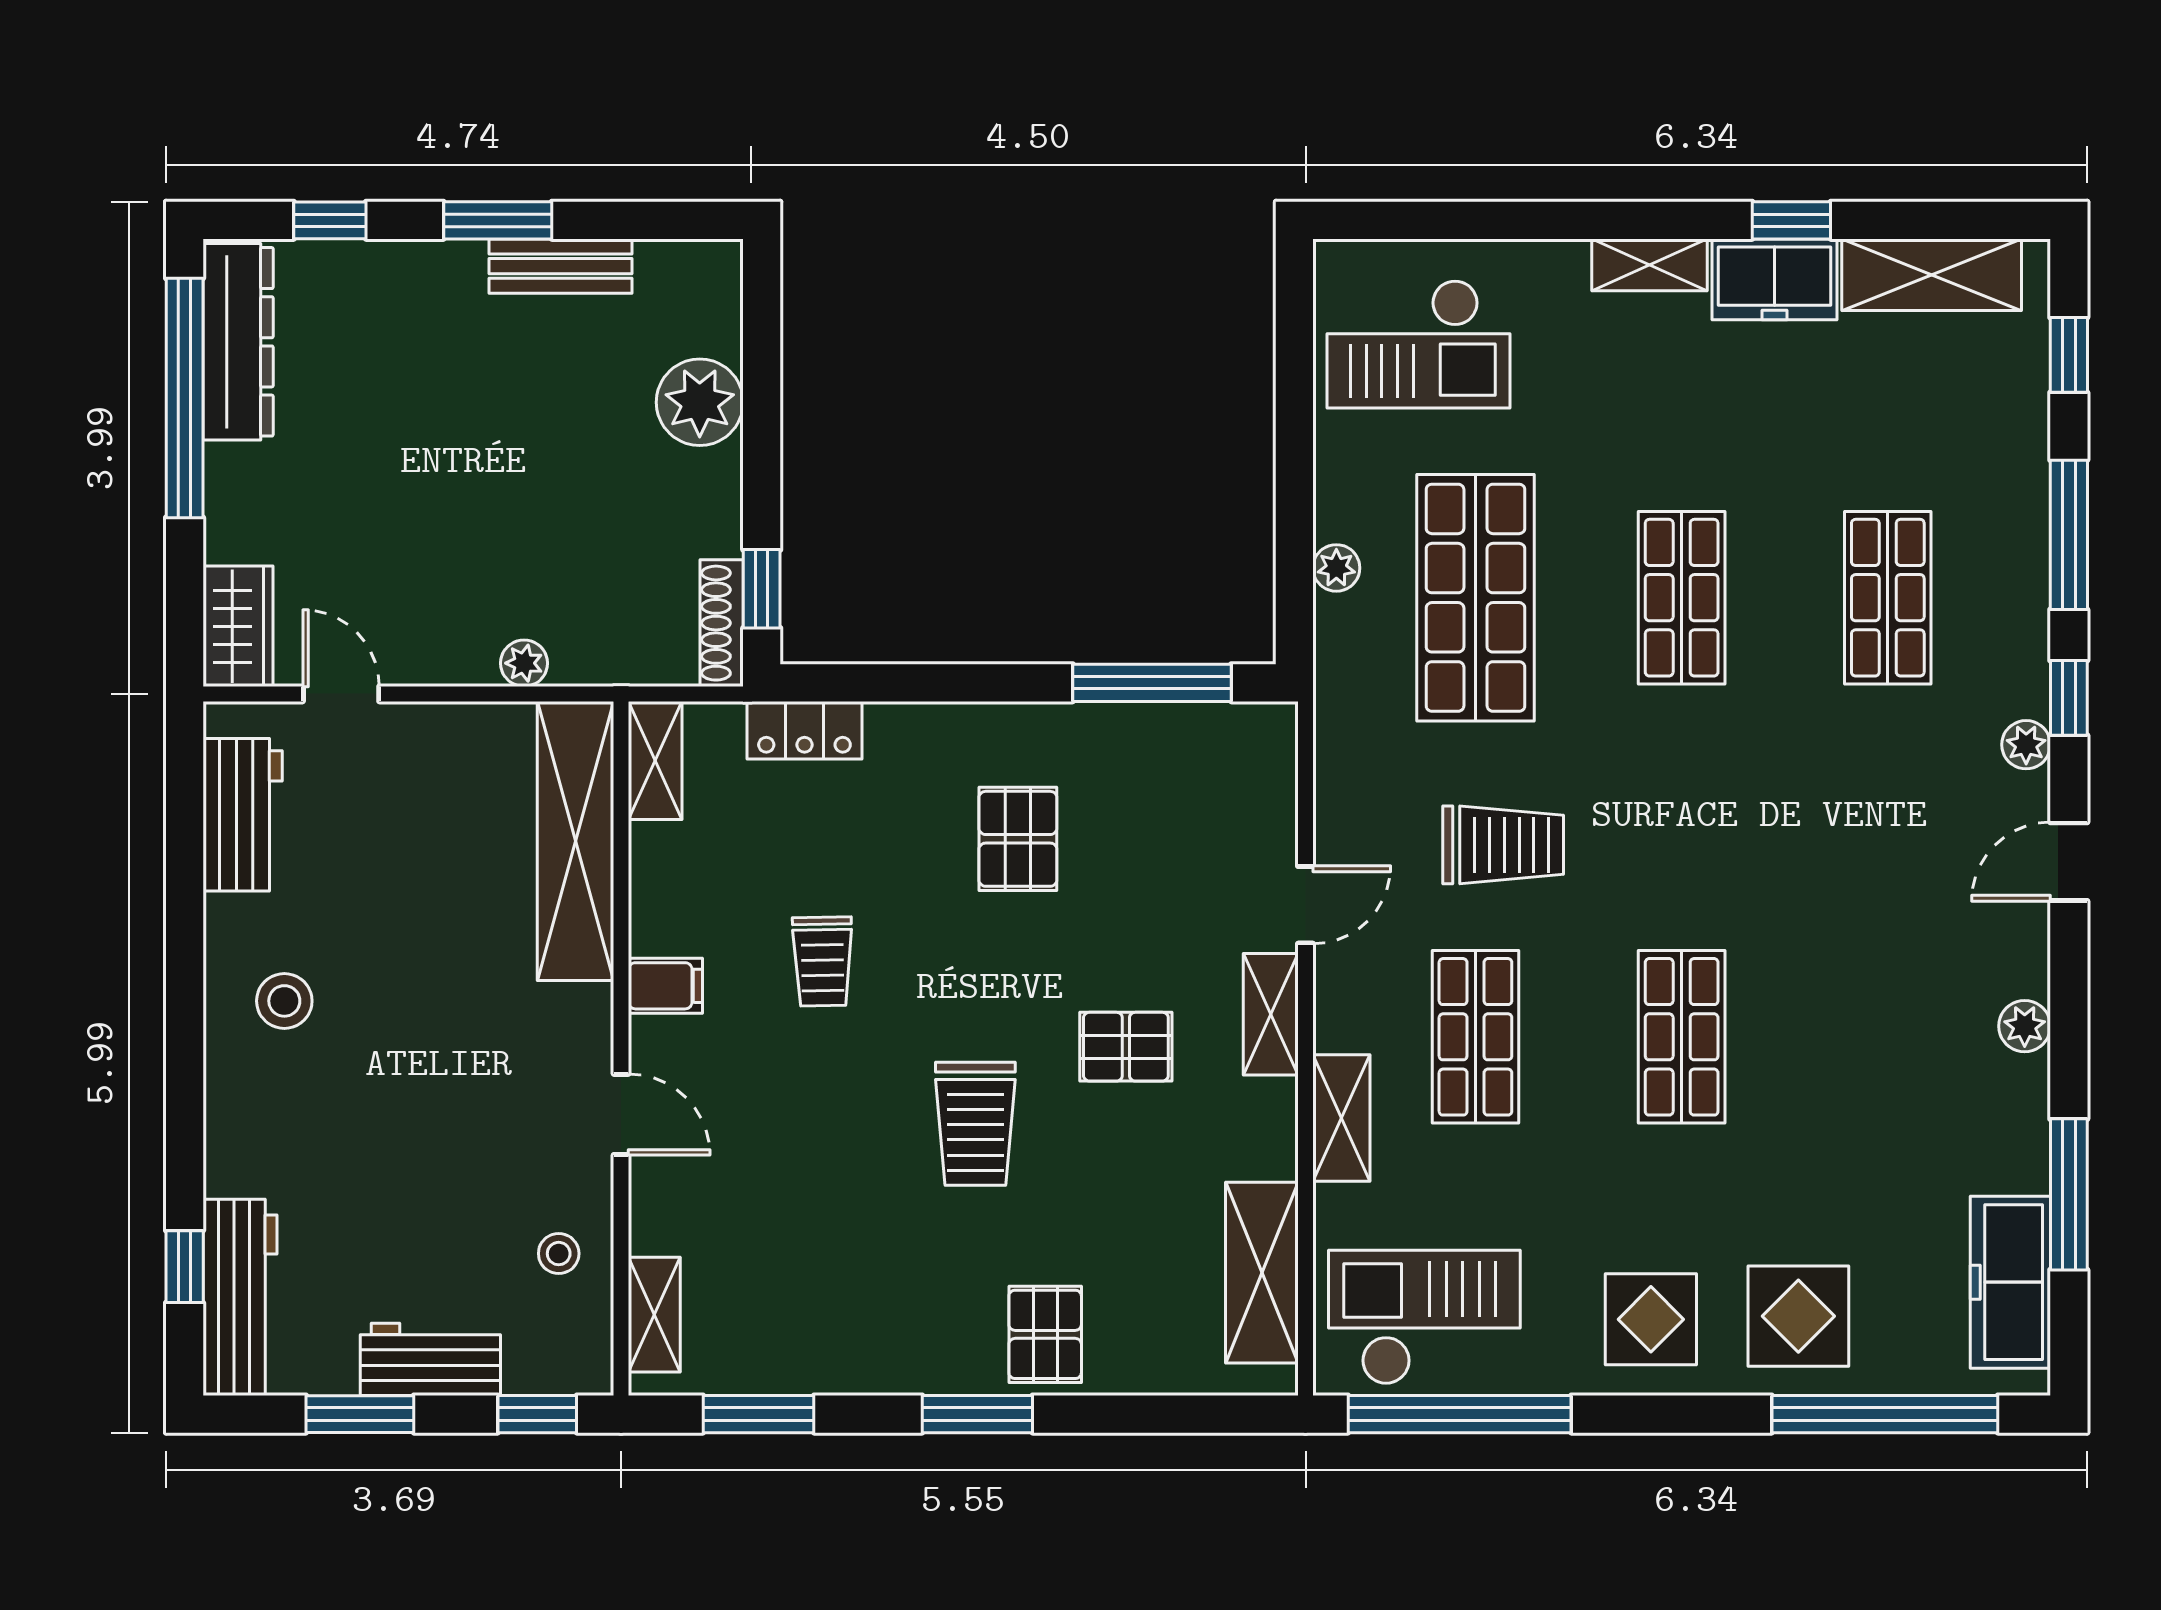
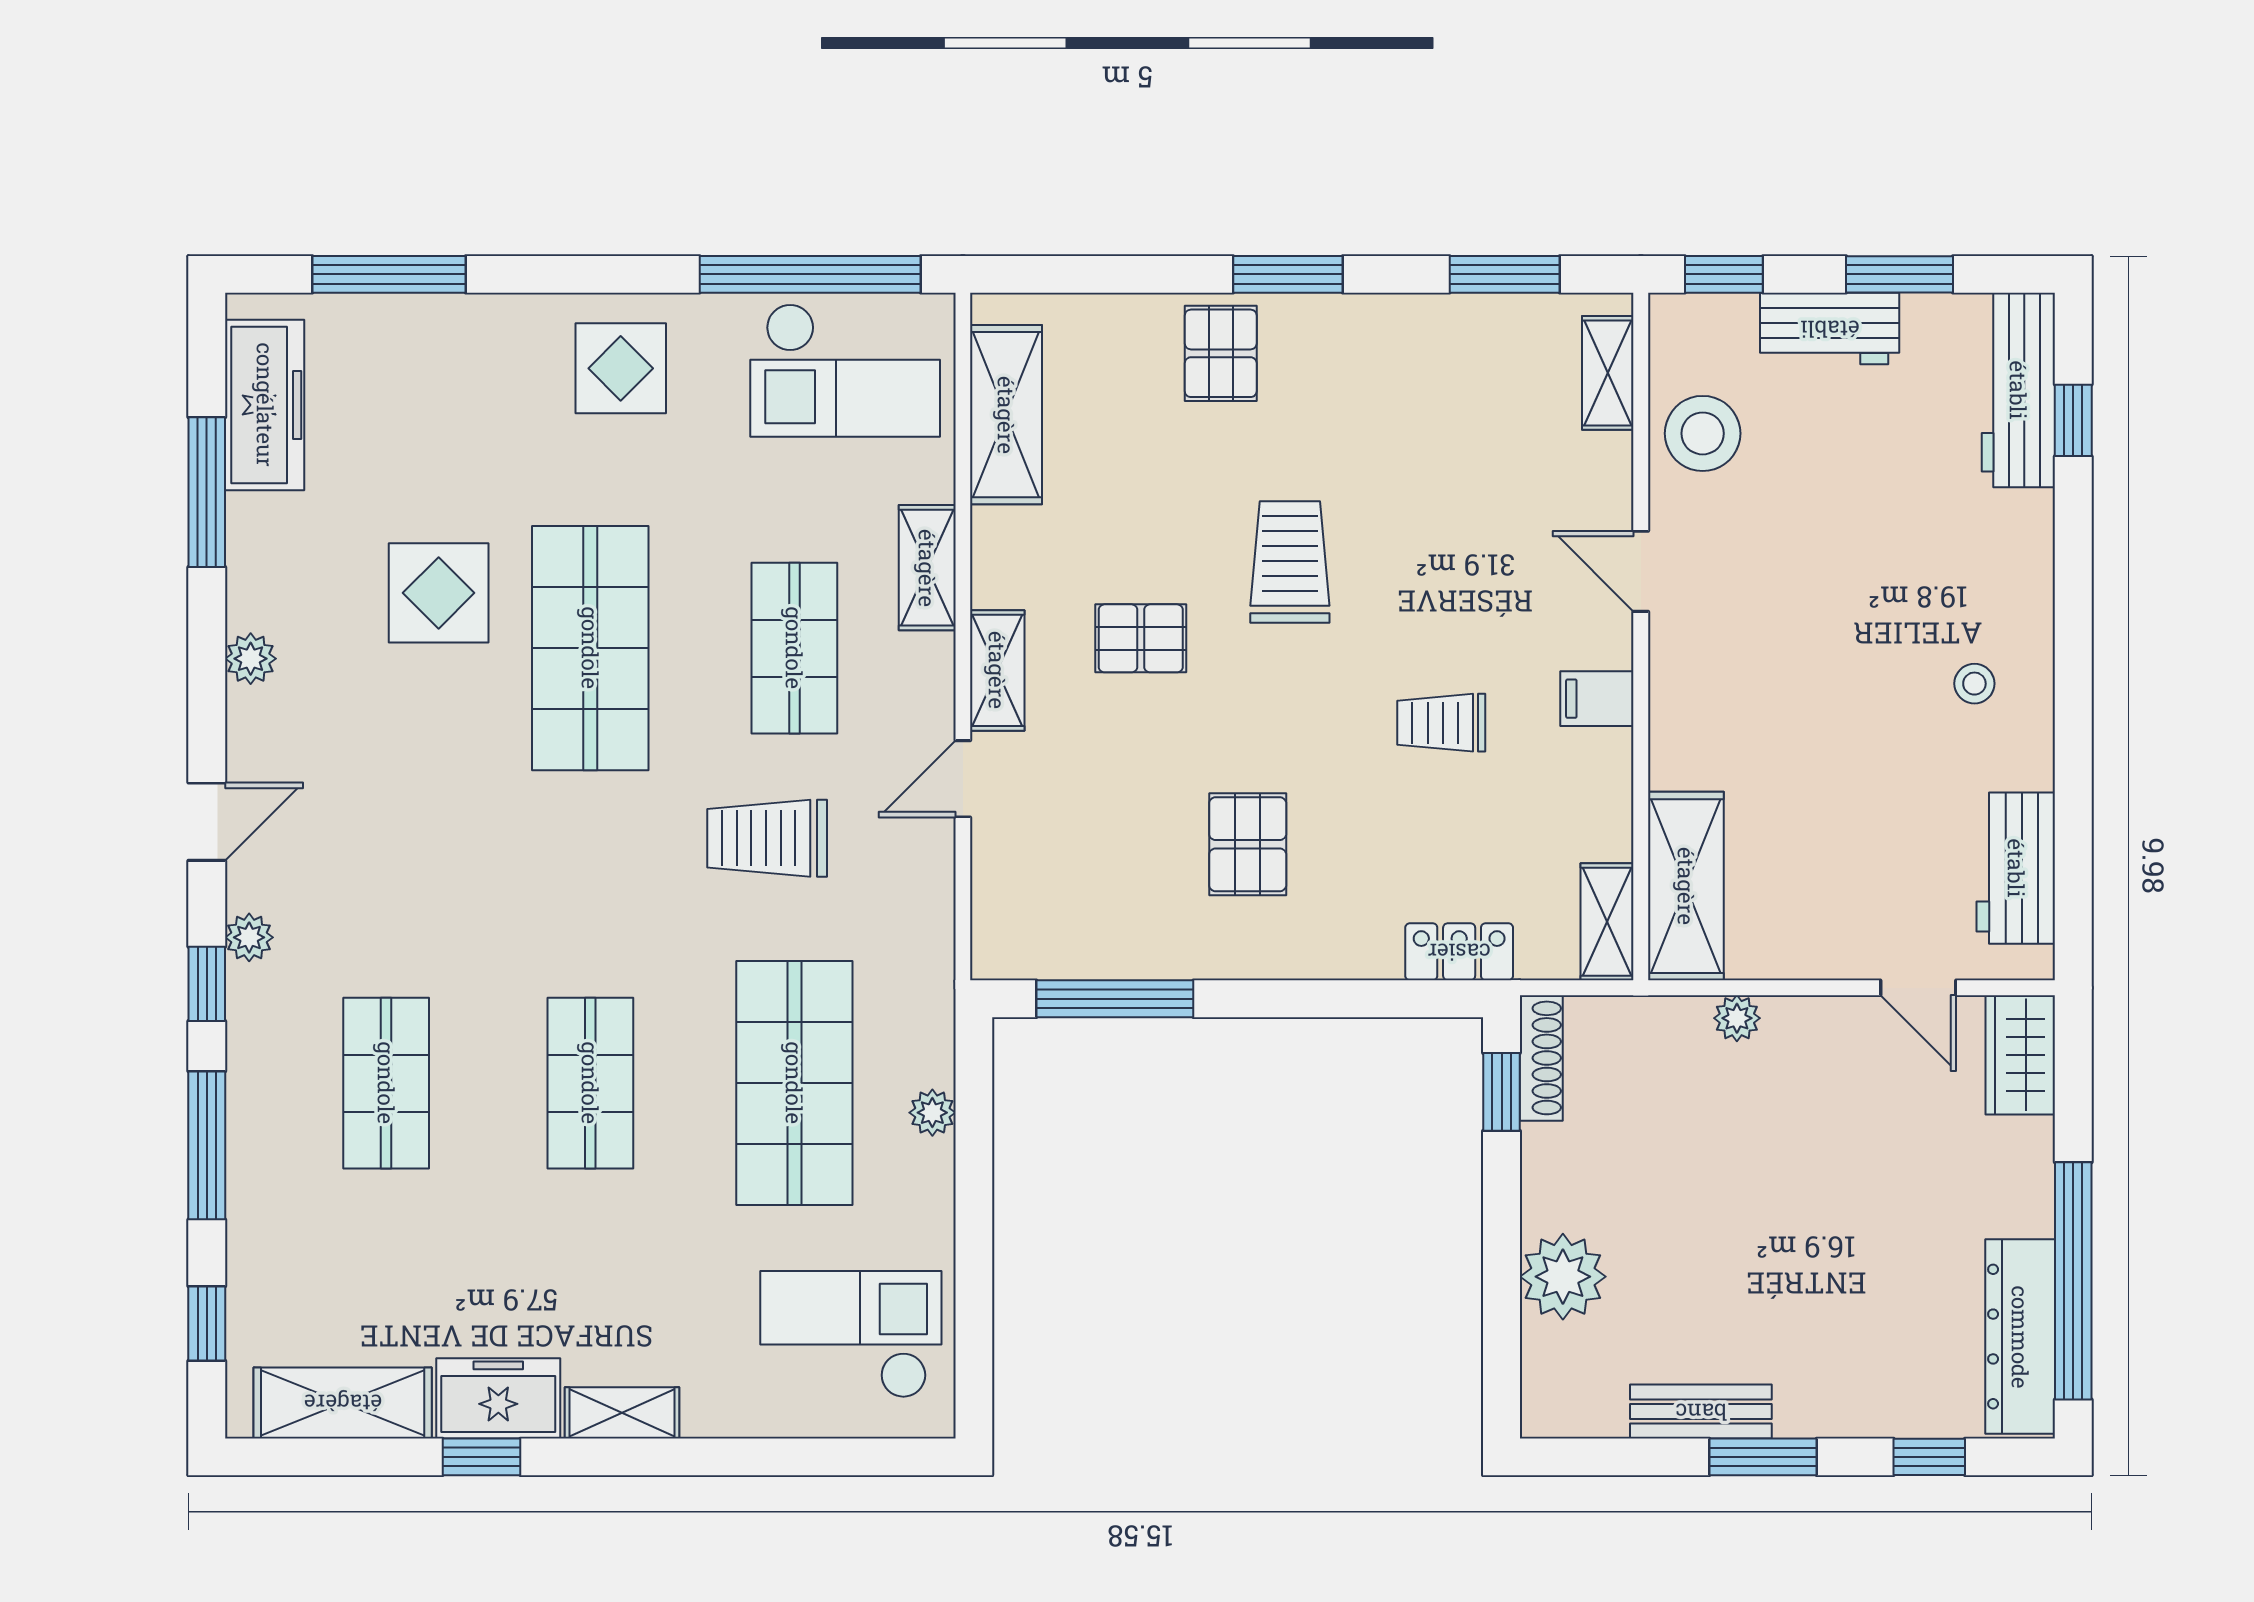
shelving: (576, 841) -> (1686, 886), width x0.68
trolley: (823, 962) -> (1441, 723), turned -89
stool: (284, 1001) -> (1974, 684), width x0.73, depth x0.73
shop shelf: (1682, 1037) -> (590, 648), width x1.43, depth x1.36
stool: (559, 1254) -> (1703, 433), width x1.89, depth x1.89
display table: (1798, 1316) -> (439, 593), moved
window: (1885, 1414) -> (389, 274), width x0.68

